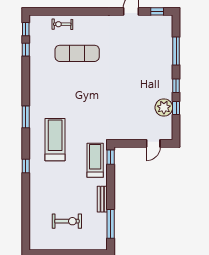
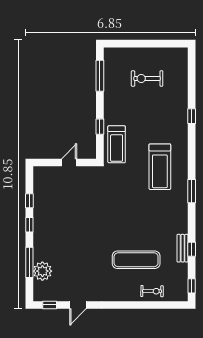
window: (26, 50) -> (192, 249), moved
plant: (164, 107) -> (42, 271), moved
door: (153, 143) -> (69, 163), moved
window: (111, 157) -> (100, 127), moved
window: (26, 166) -> (192, 116), moved
bench: (102, 199) -> (183, 248), moved

